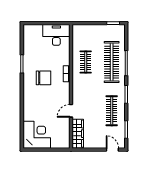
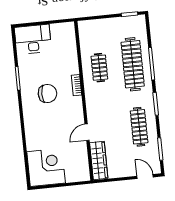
desk: (56, 35) -> (33, 39), moved

